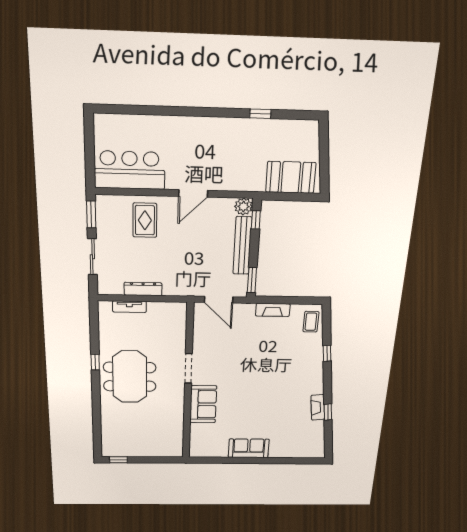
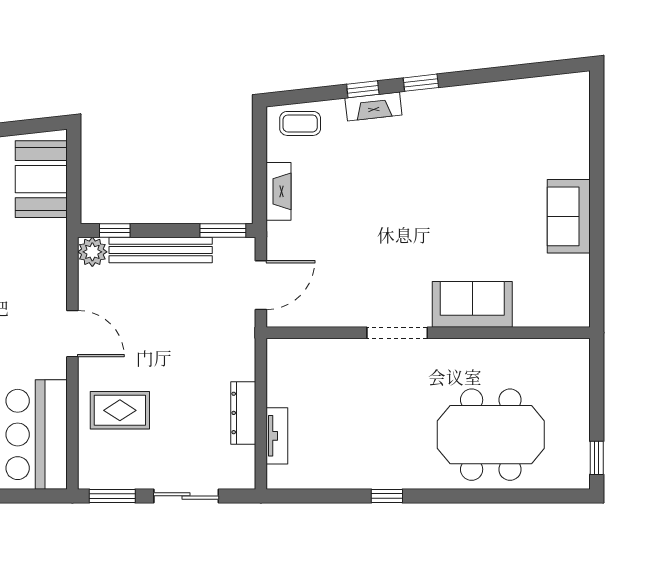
meeting table: (130, 377) -> (491, 435), moved
fireplace: (318, 407) -> (373, 106), moved
window: (328, 412) -> (421, 83), moved

